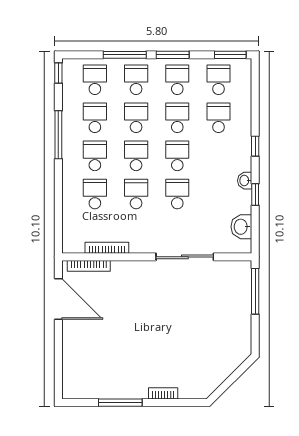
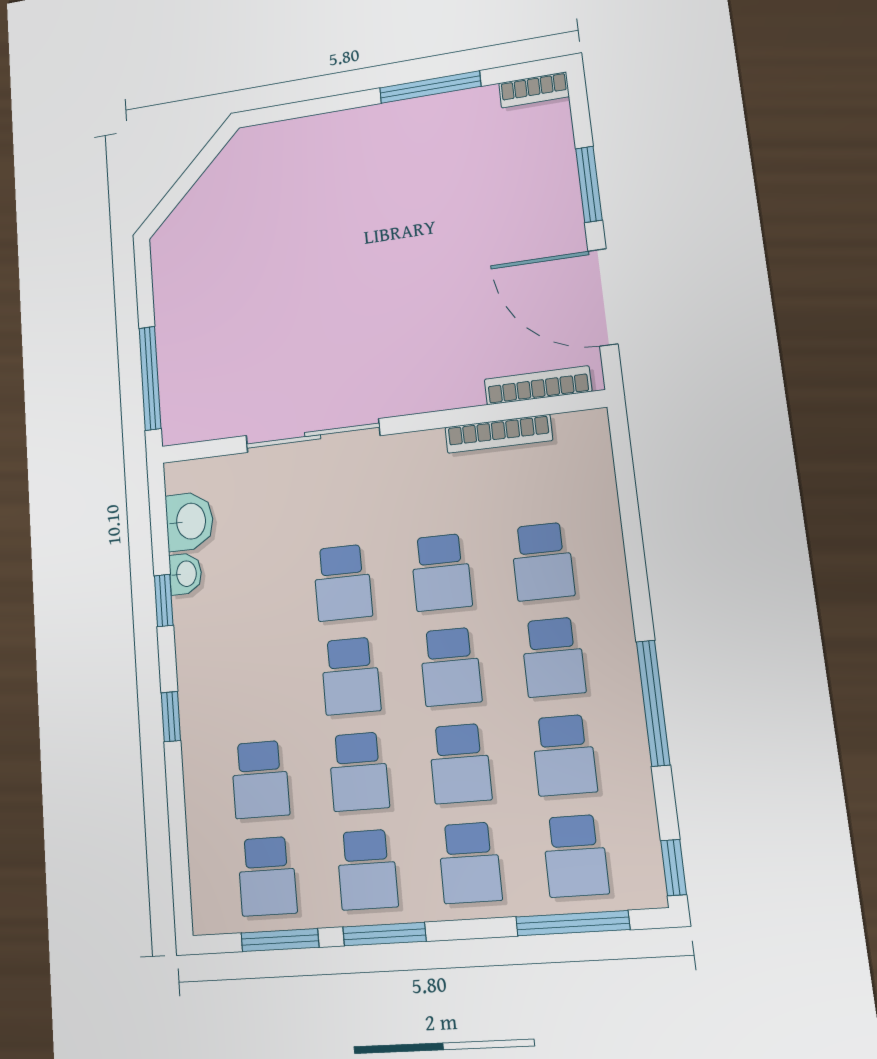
window: (125, 55) -> (573, 923), moved
window: (230, 55) -> (280, 940), moved
washbasin: (245, 181) -> (186, 574), moved
window: (58, 348) -> (589, 184), added
bookcase: (163, 393) -> (534, 90), moved

